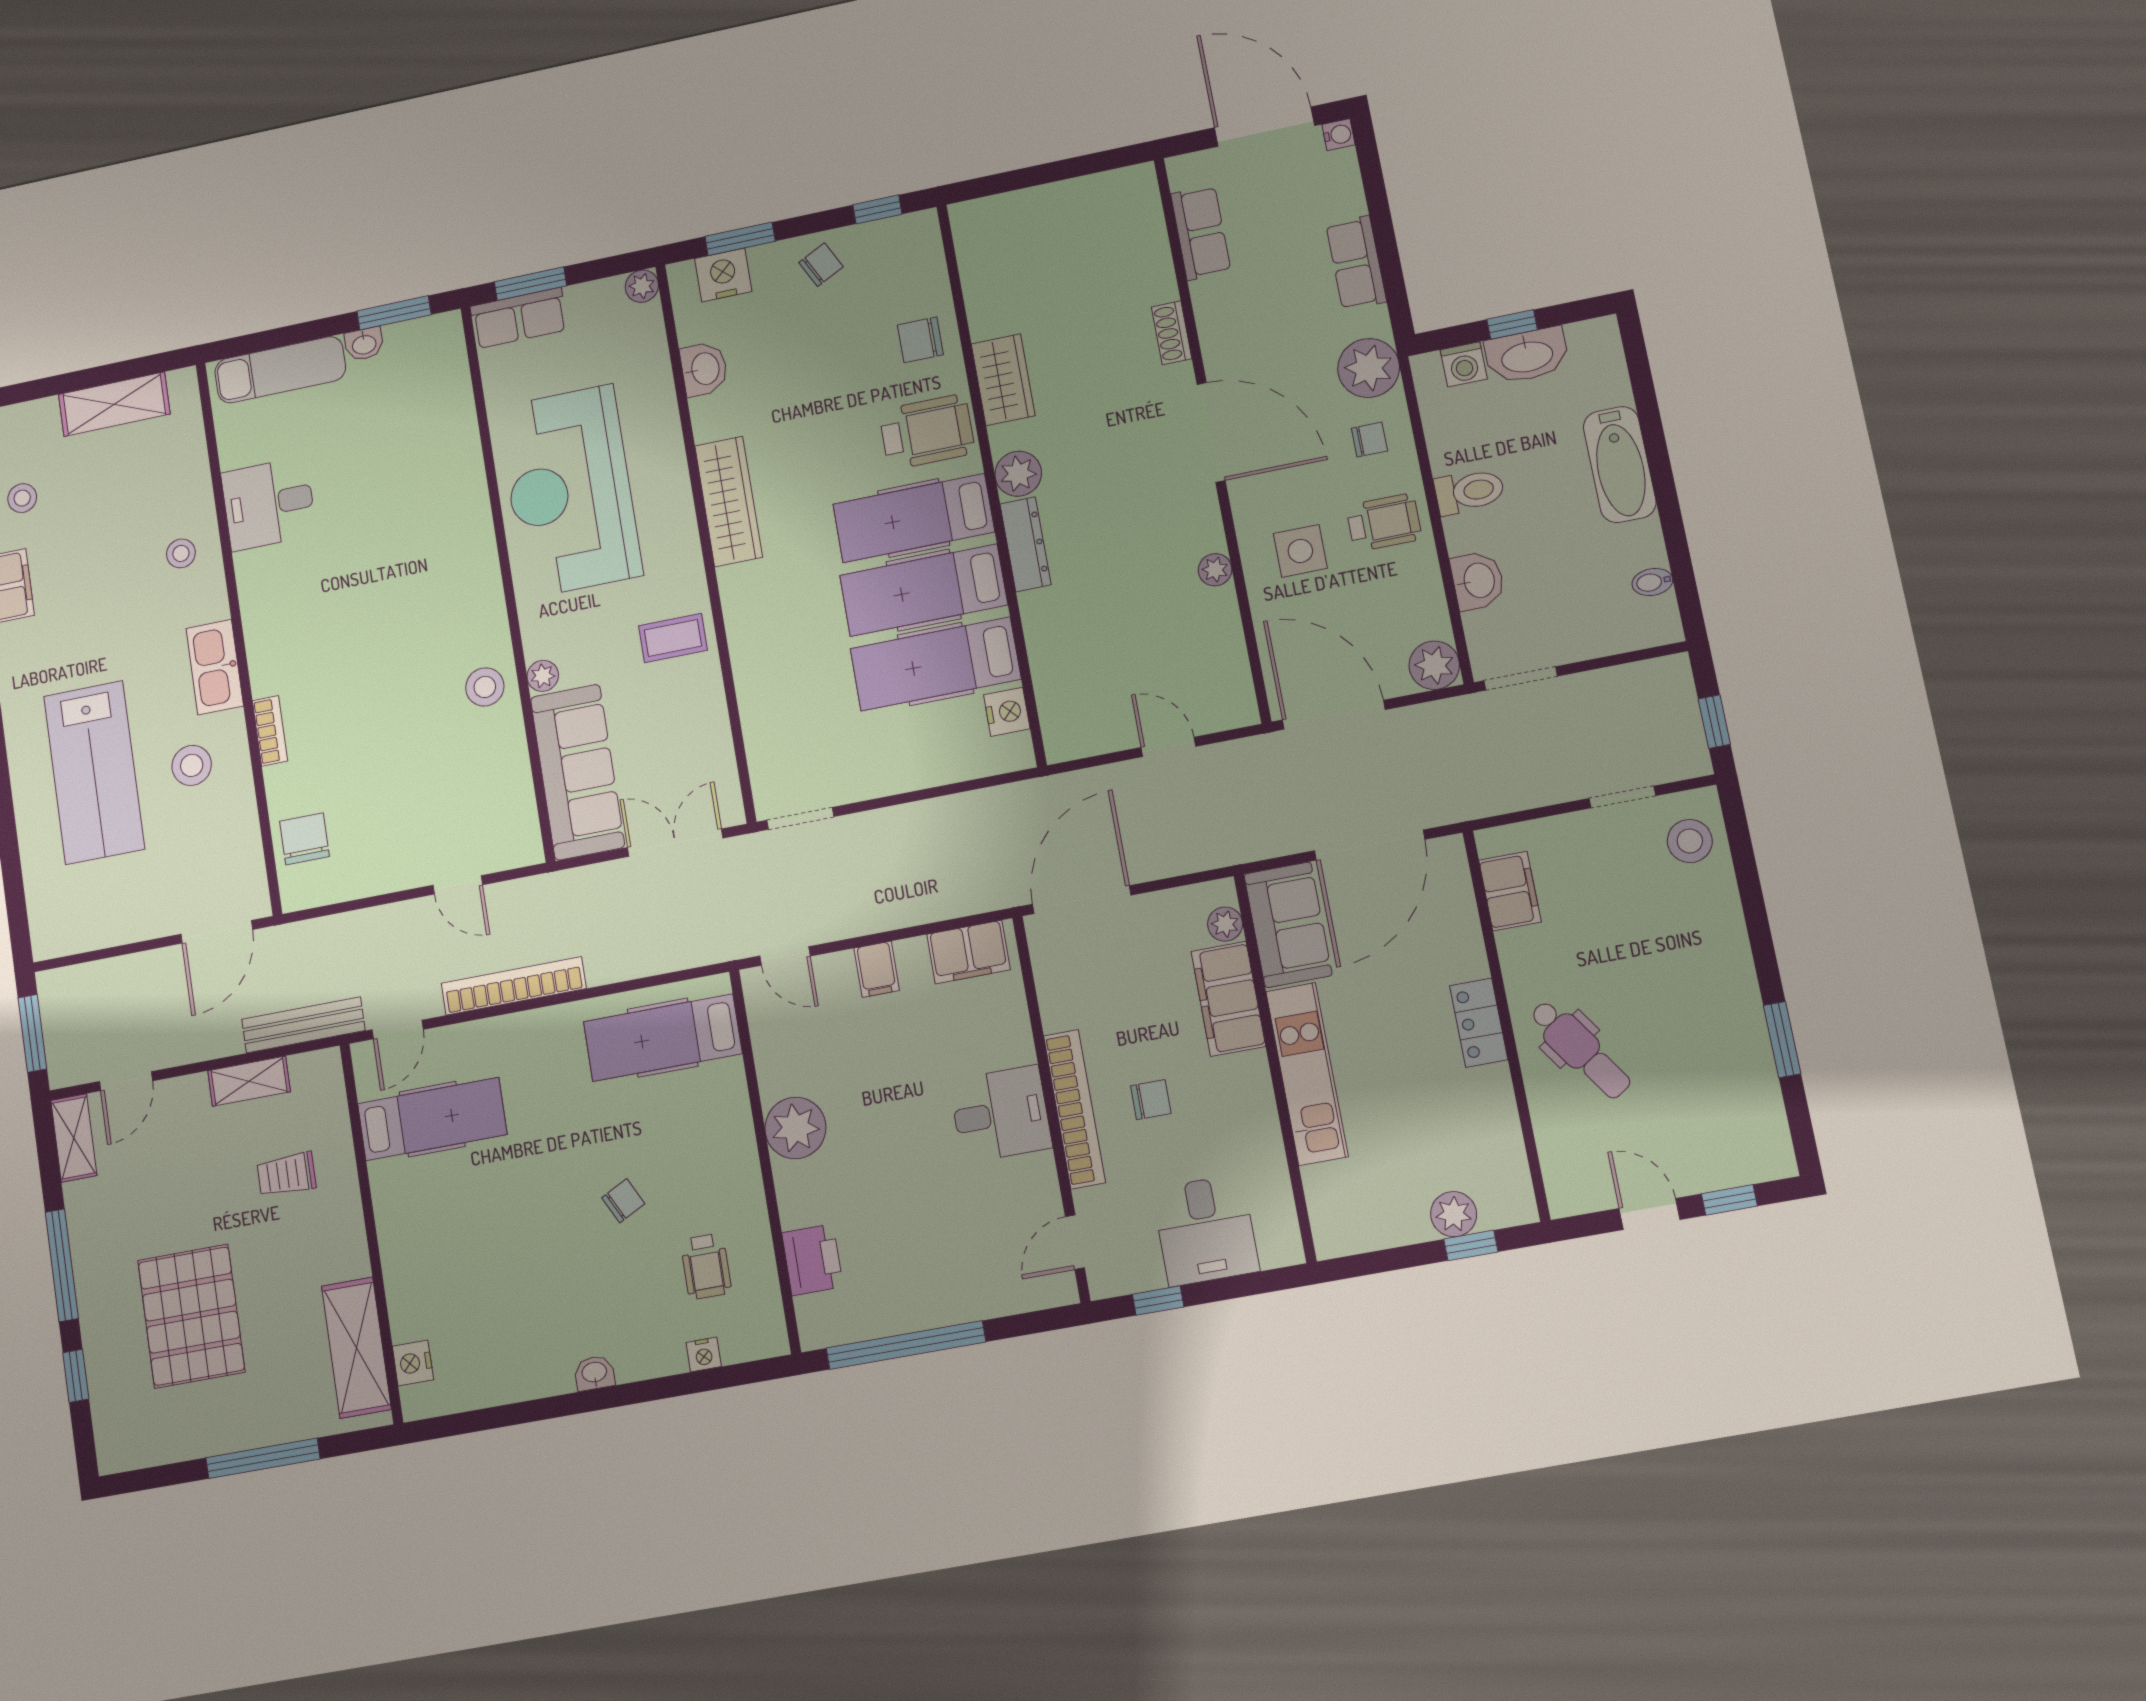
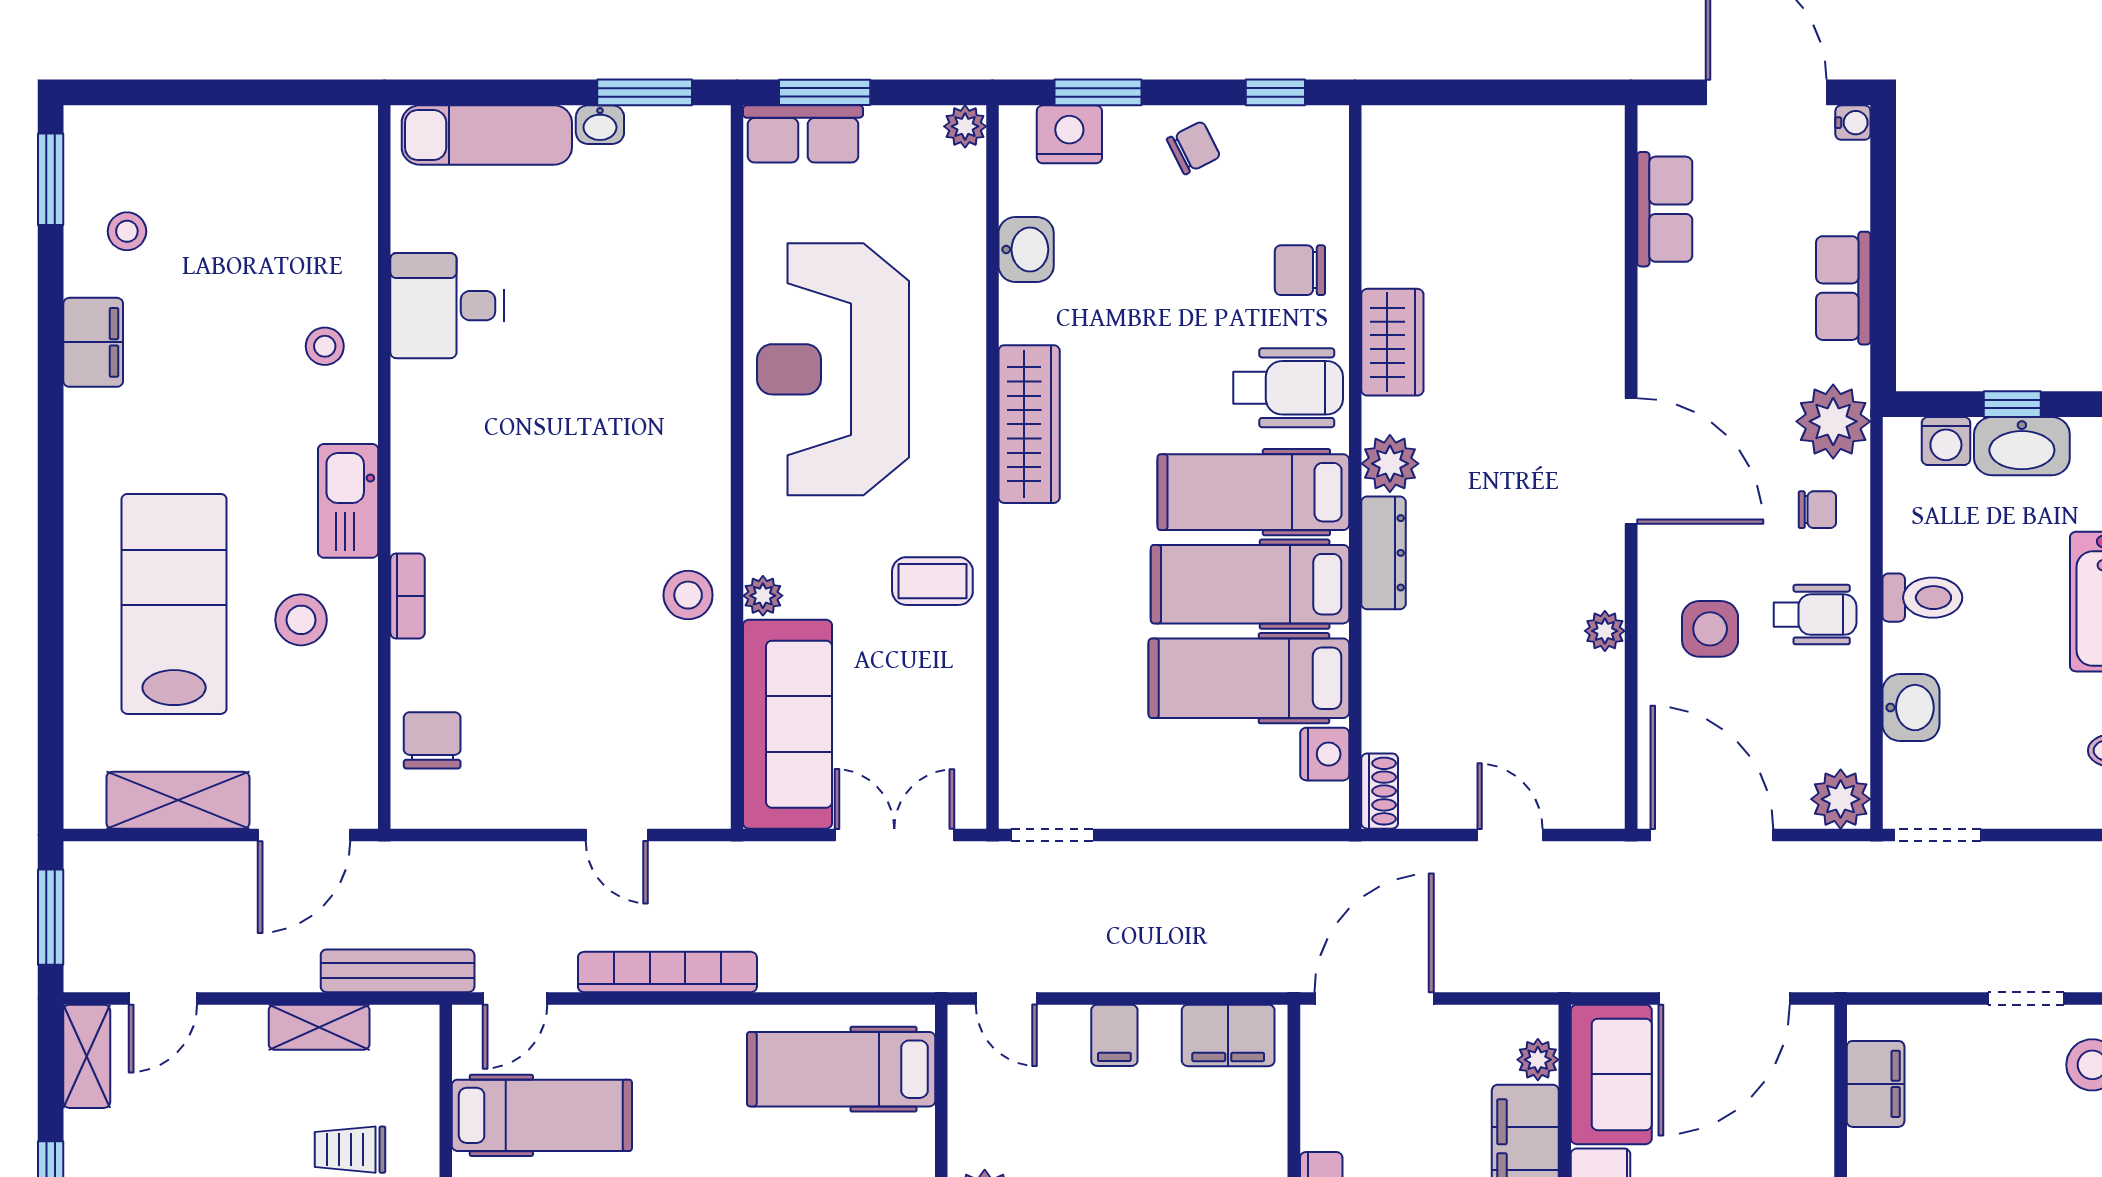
shoe rack: (1172, 333) -> (1380, 791), moved, turned 180
shelving: (114, 404) -> (178, 800), moved
lab bench: (94, 772) -> (174, 604), turned 180

